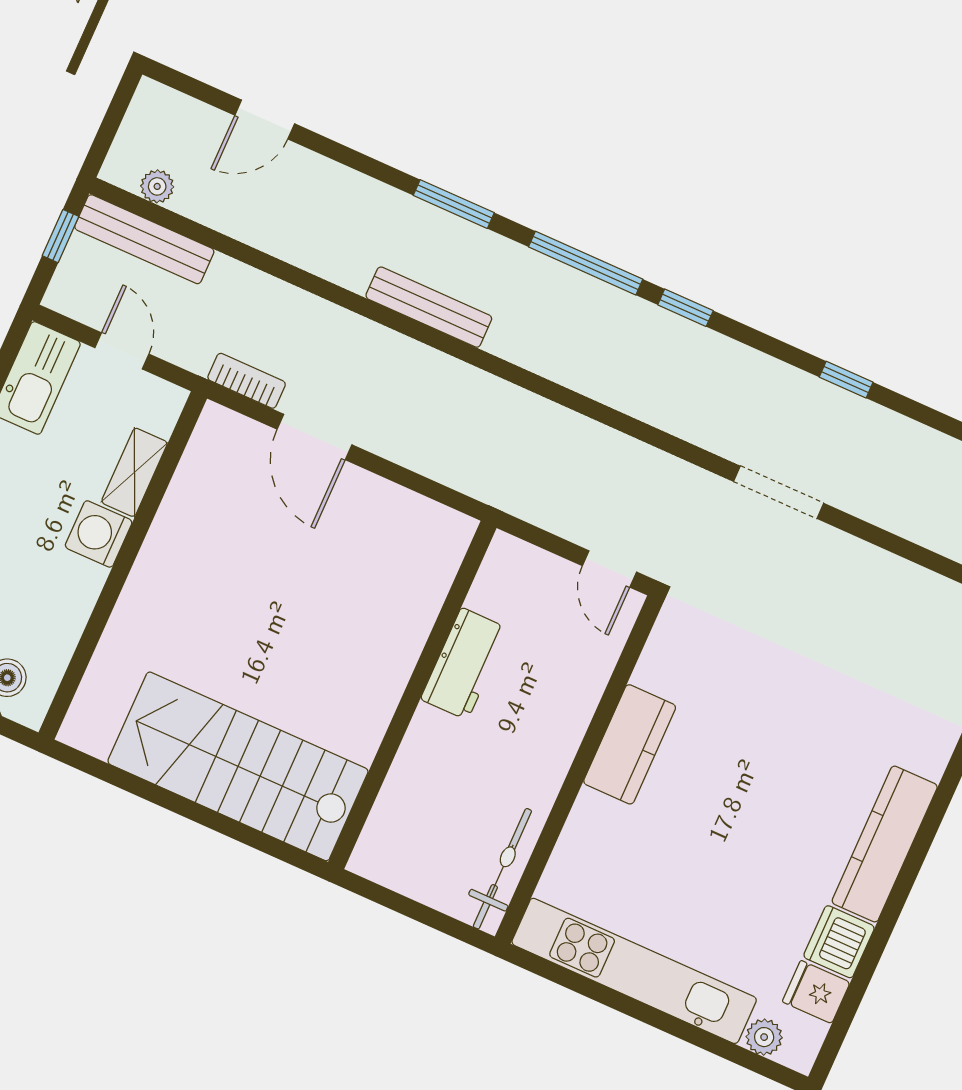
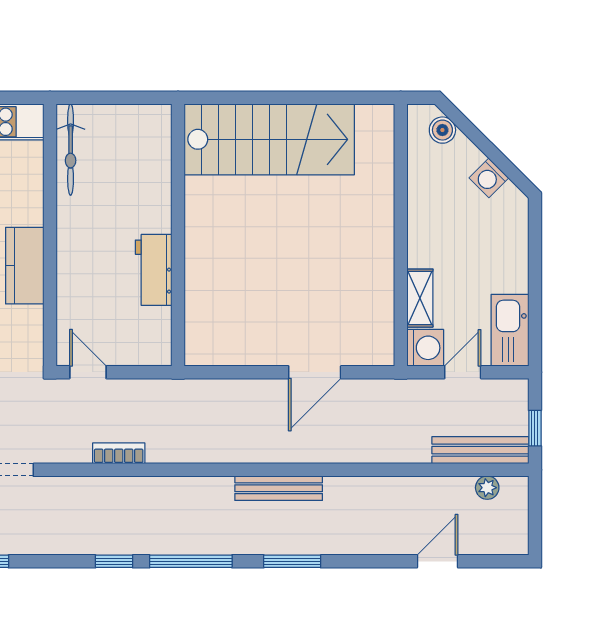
door: (122, 351) -> (463, 372), swing flipped
bookcase: (247, 381) -> (119, 453), moved, turned 180
door: (314, 437) -> (315, 372), swing flipped
washing machine: (99, 534) -> (425, 348), moved

